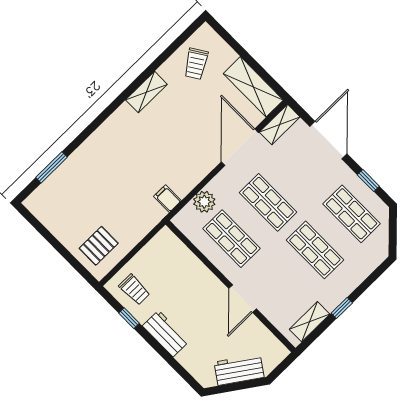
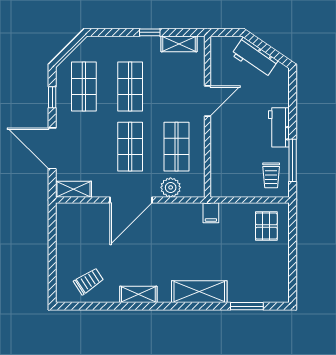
shelving: (253, 87) -> (199, 292), moved, turned 90
door: (328, 140) -> (52, 148), hinge flipped
door: (240, 147) -> (131, 200), moved
filing cabinet: (167, 199) -> (211, 213), moved
pallet: (99, 246) -> (266, 226), turned 90
trolley: (134, 290) -> (271, 175), turned 180
window: (129, 318) -> (293, 160), width x2.17

